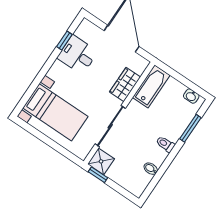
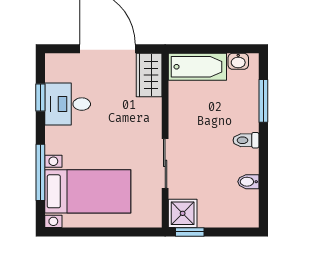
window: (36, 83) -> (40, 172), added
wardrobe: (125, 85) -> (149, 75), moved
bathtub: (151, 86) -> (197, 67), moved, turned 90
sliding door: (110, 126) -> (165, 163), width x0.73

